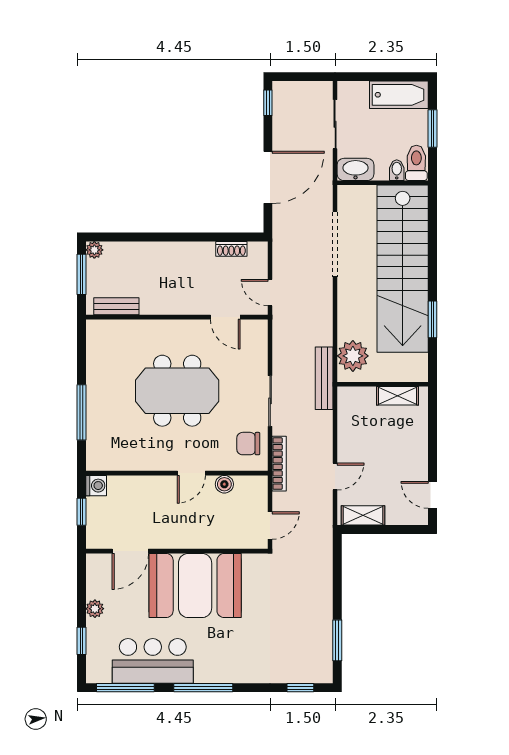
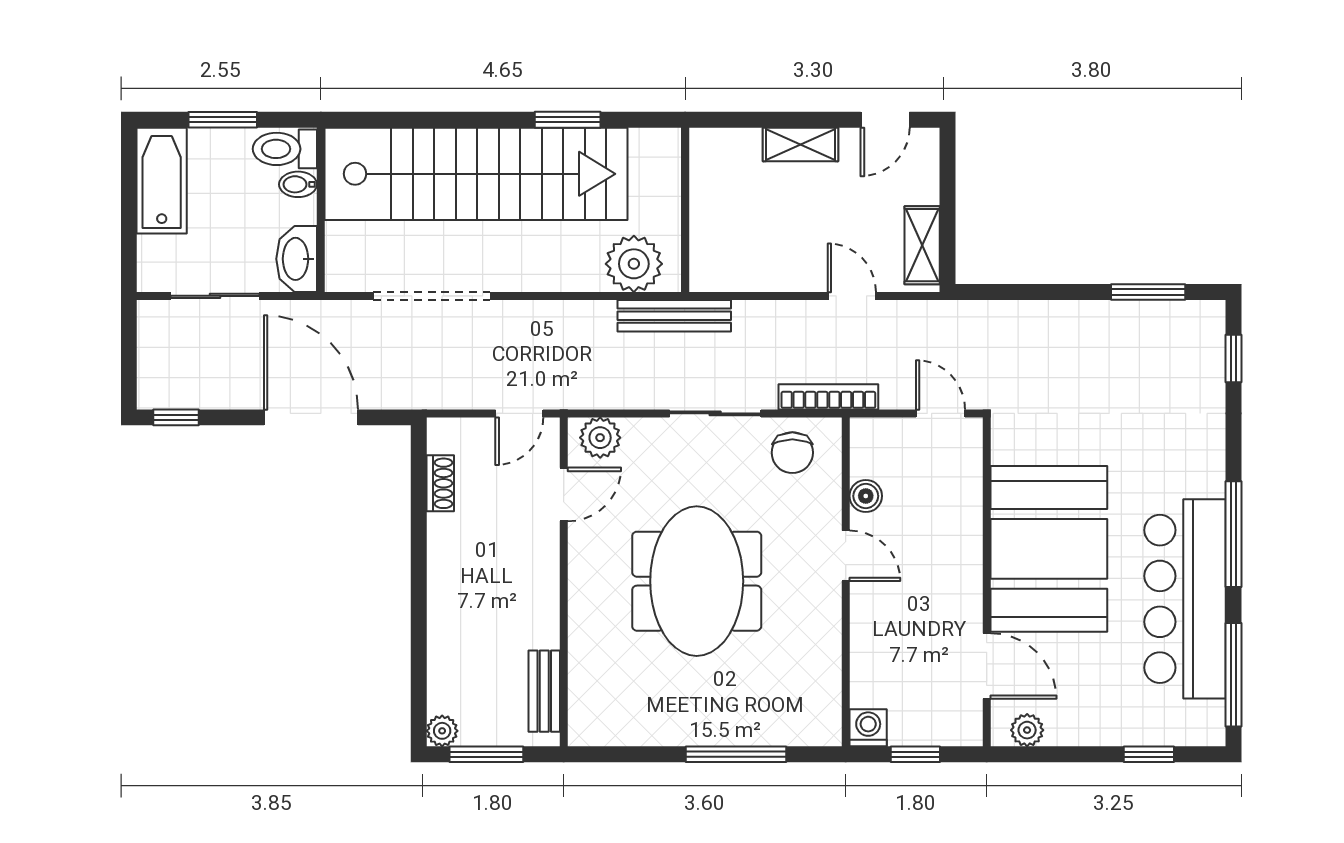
plant: (257, 337) -> (600, 438), added
shelving: (398, 396) -> (800, 144), moved, turned 90
plant: (95, 609) -> (1027, 730), moved
bar counter: (153, 661) -> (1185, 599), width x1.36

